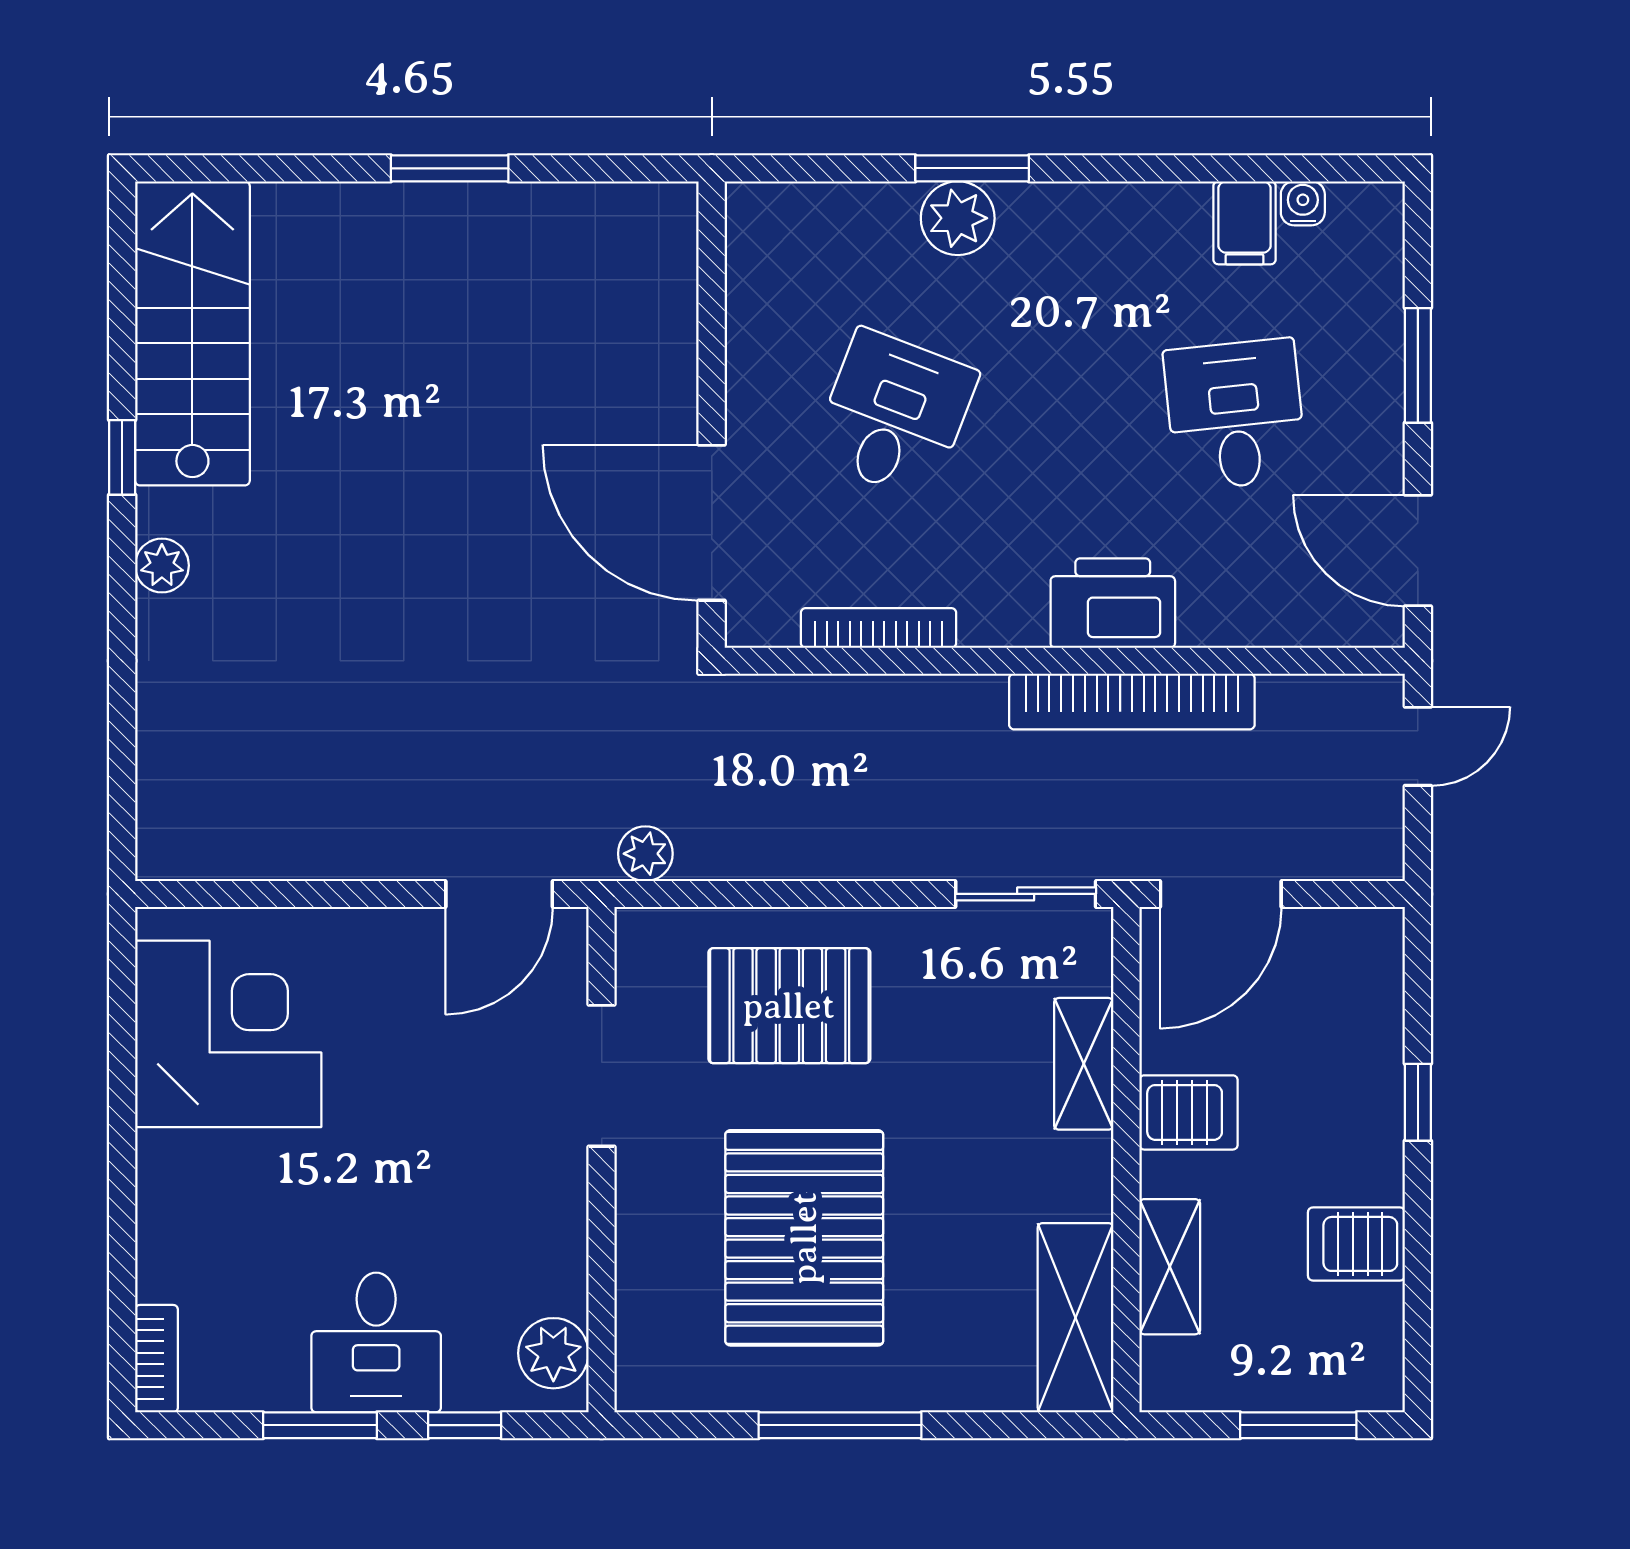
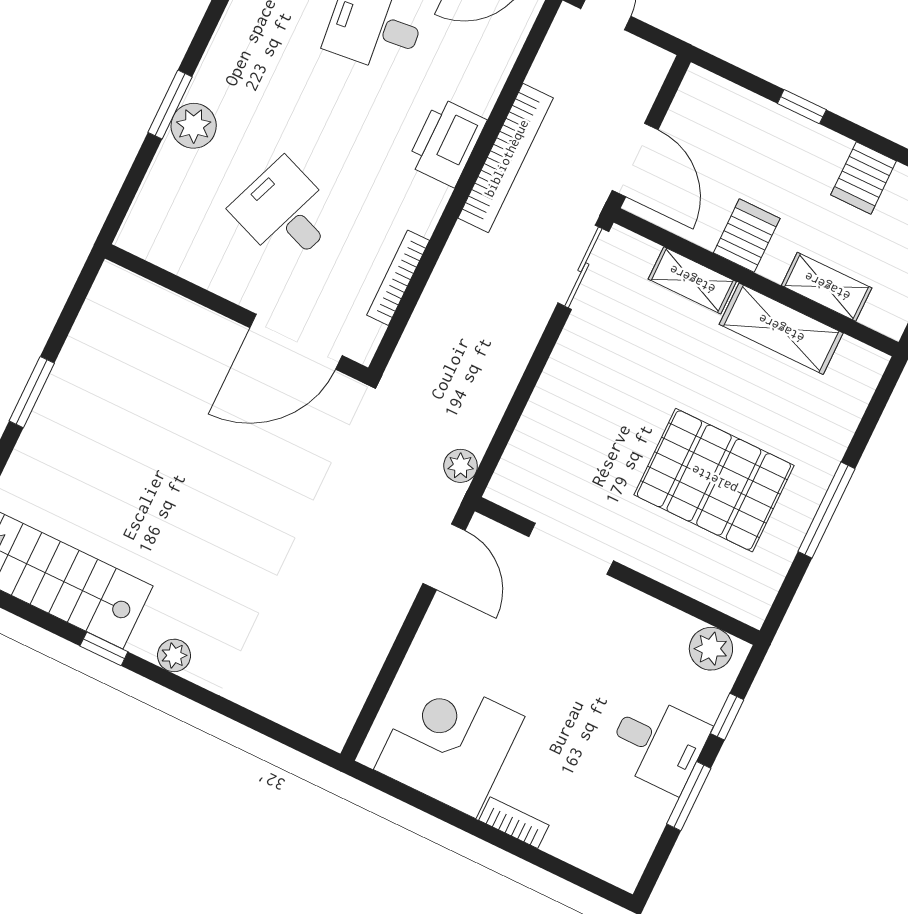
pallet: (789, 1006) -> (582, 427), removed
shelving: (1076, 1318) -> (781, 329), moved
bookcase: (157, 1359) -> (514, 823), moved

